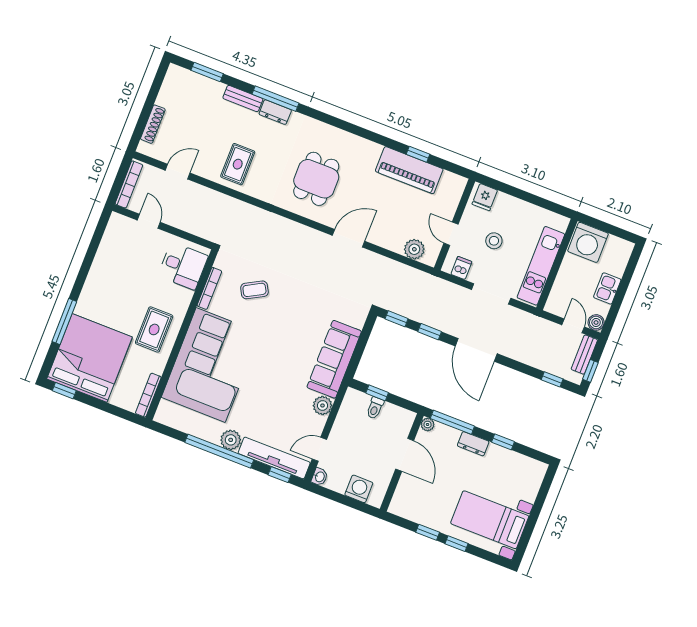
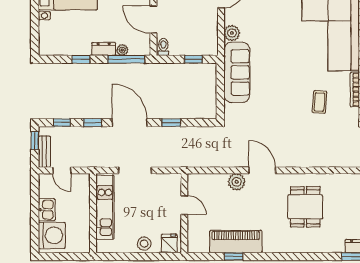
door: (349, 238) -> (262, 170), swing flipped
stool: (494, 241) -> (144, 244), moved
washing machine: (588, 242) -> (52, 235), moved, turned 90
plant: (414, 249) -> (237, 182), moved
dishwasher: (461, 268) -> (166, 182), removed
coffee table: (254, 290) -> (320, 102), turned -57
window: (397, 319) -> (92, 123), moved
boiler: (596, 322) -> (45, 180), removed
toilet: (375, 408) -> (163, 47), moved
plant: (428, 424) -> (122, 50), moved

